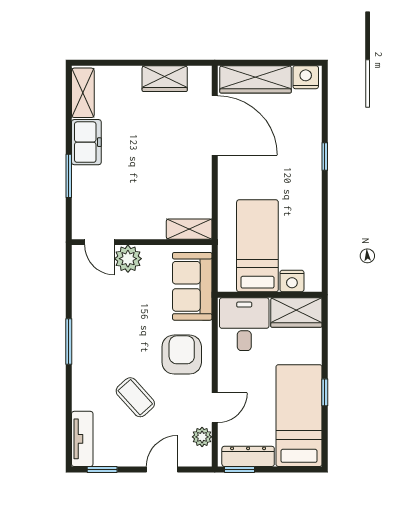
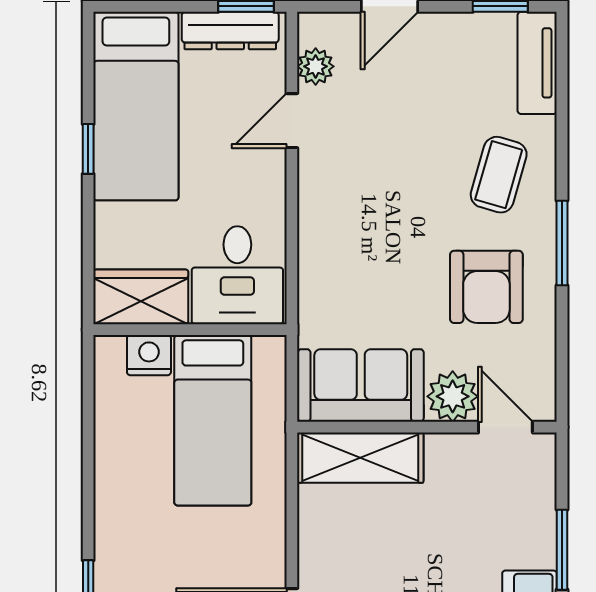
shelving: (189, 229) -> (360, 458), width x1.50, depth x1.33
sofa: (192, 286) -> (361, 385), moved, turned -90
armchair: (182, 355) -> (486, 287), moved
coffee table: (135, 397) -> (499, 175), moved, turned 58

